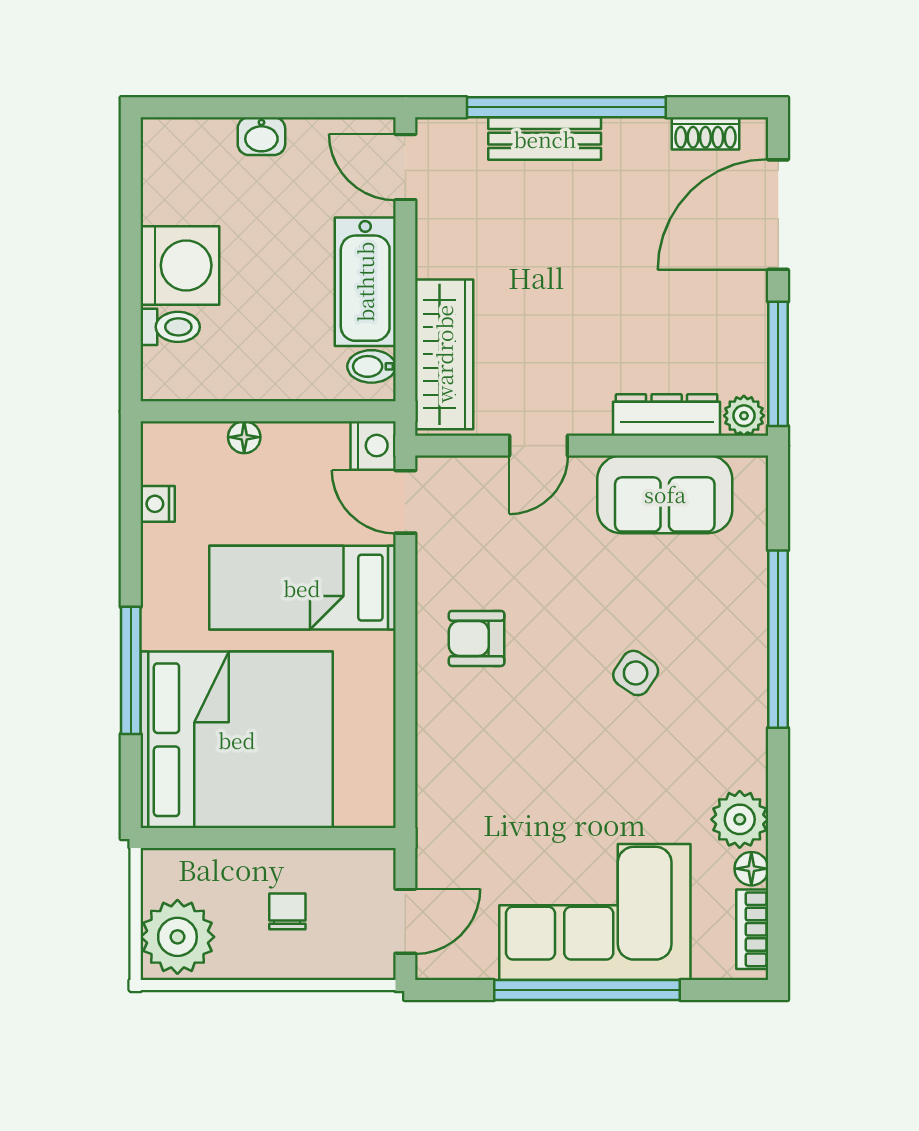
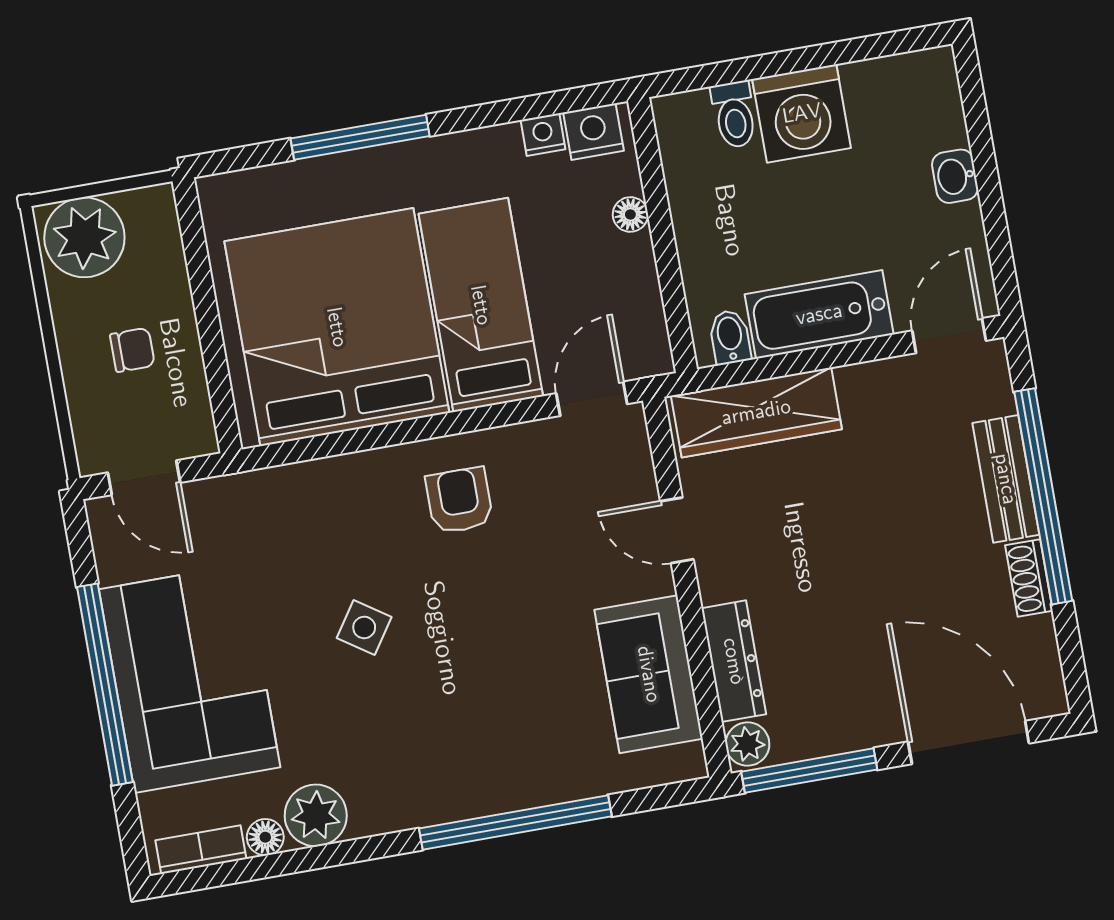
shoe rack: (705, 133) -> (1029, 578), moved
nightstand: (373, 446) -> (594, 132), moved, turned 180
side table: (636, 673) -> (364, 627), moved
bed: (237, 740) -> (337, 327), moved, turned 180

